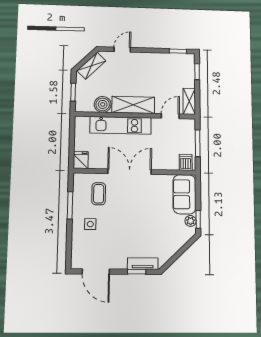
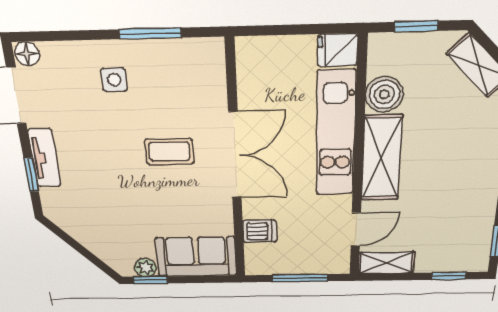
door: (170, 116) -> (356, 229), hinge flipped
fridge: (81, 160) -> (338, 50), moved, turned 180
dishwasher: (186, 162) -> (259, 231), moved
coffee table: (99, 194) -> (169, 152), moved
floor lamp: (76, 263) -> (27, 54), added
tv unit: (143, 264) -> (44, 158), moved

